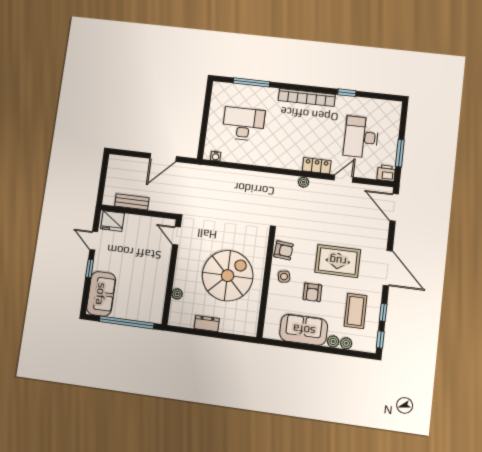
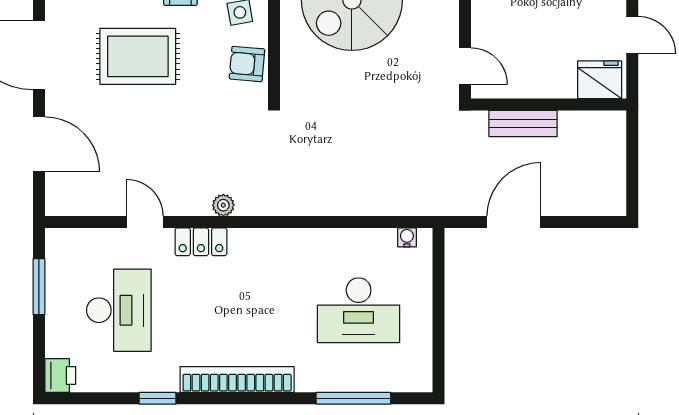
printer: (386, 173) -> (60, 376), moved, turned -90
door: (344, 179) -> (145, 222), swing flipped
bench: (132, 202) -> (523, 124), moved
door: (394, 207) -> (39, 144), moved

